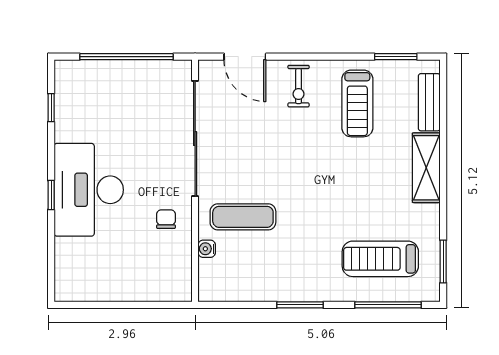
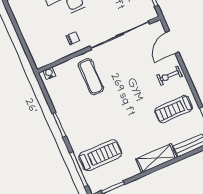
water cooler: (207, 249) -> (49, 73), moved
treadmill: (380, 259) -> (100, 155), turned 90

